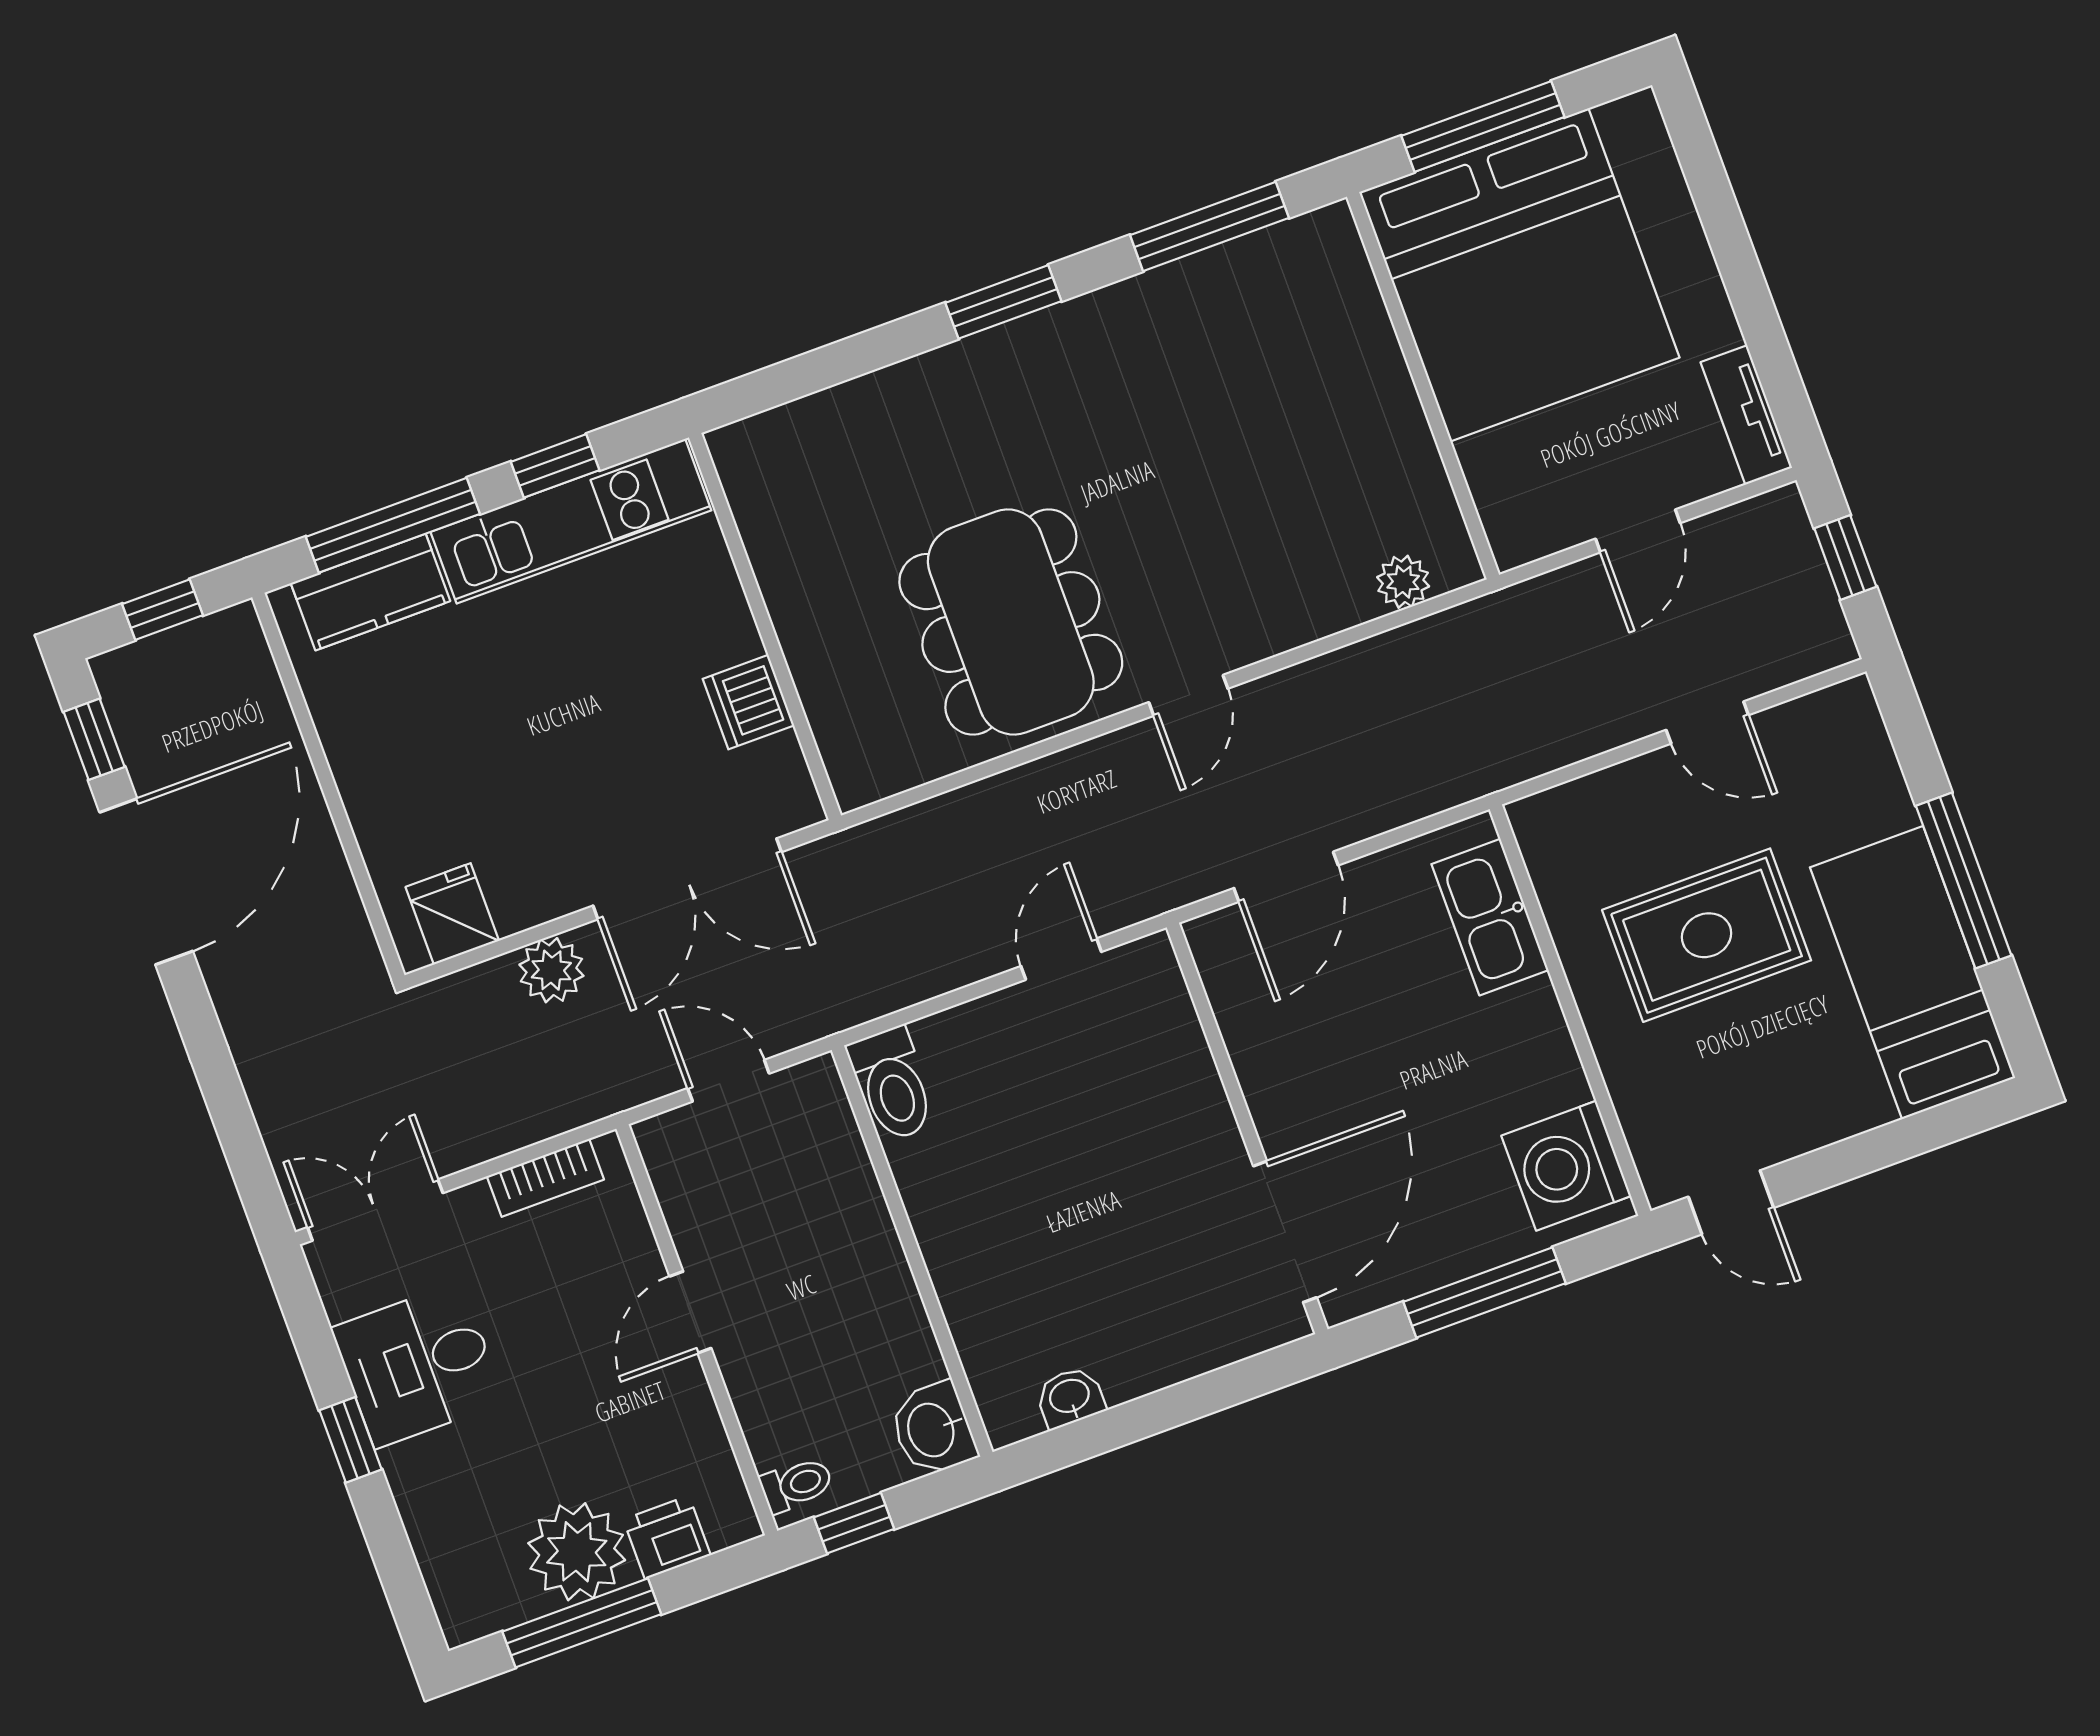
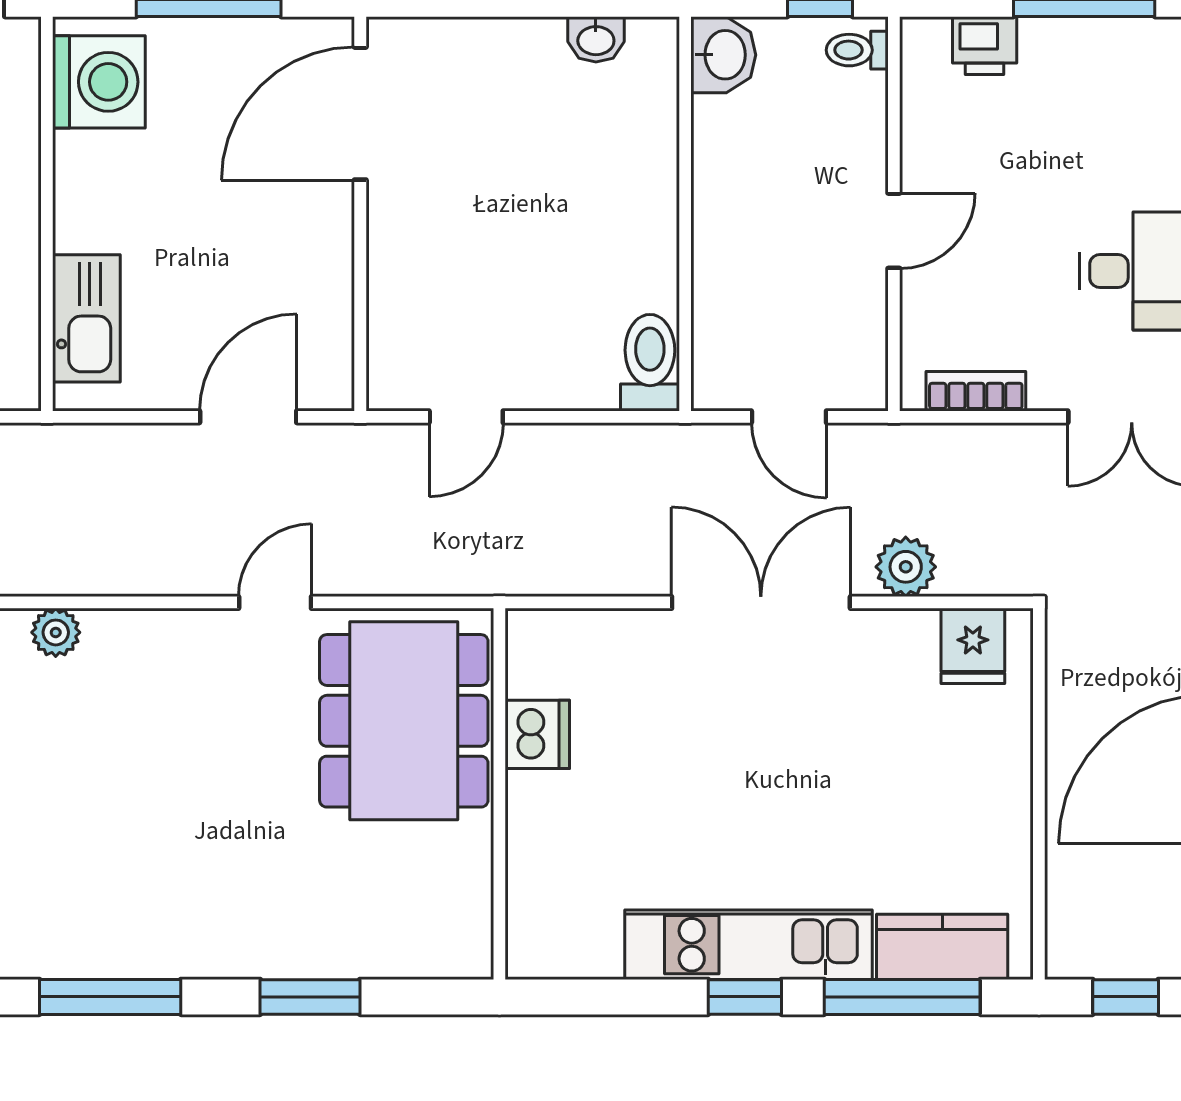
wall: (765, 627) -> (499, 794), moved
dishwasher: (748, 702) -> (537, 734), moved
plant: (577, 1552) -> (1066, 62), removed

